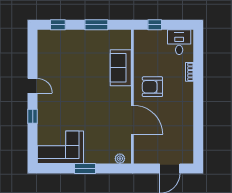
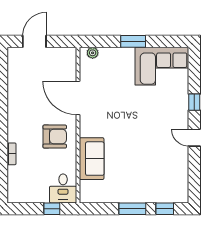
window: (96, 25) -> (132, 209), moved
desk: (179, 42) -> (63, 188), moved

